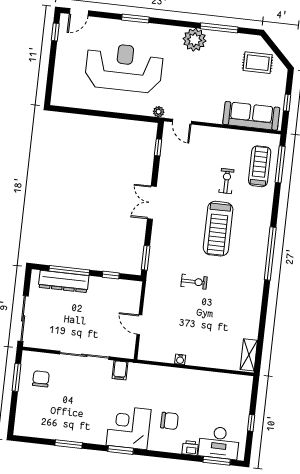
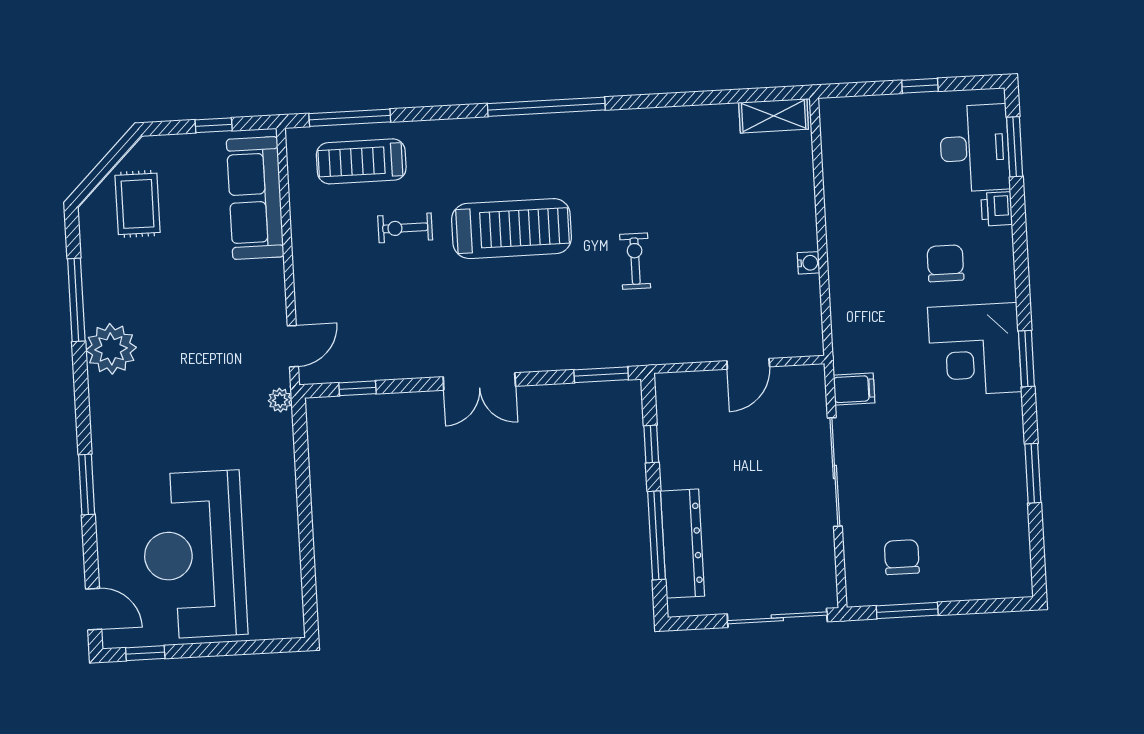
reception desk: (124, 68) -> (194, 555), moved
chair: (41, 379) -> (902, 557), turned 90

